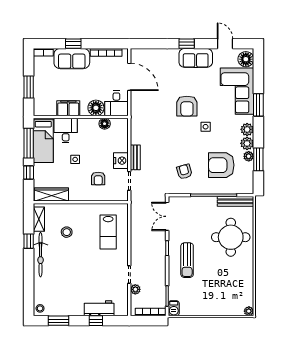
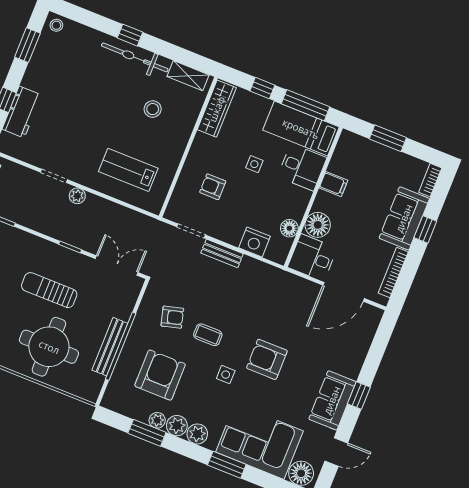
filing cabinet: (68, 108) -> (333, 184), width x0.50
coffee table: (186, 147) -> (208, 335), added
nightstand: (121, 161) -> (254, 242), moved
bench: (236, 201) -> (110, 347), moved
window: (29, 241) -> (130, 35), moved
sun lounger: (187, 260) -> (49, 290), moved
plant: (135, 289) -> (77, 196), moved

